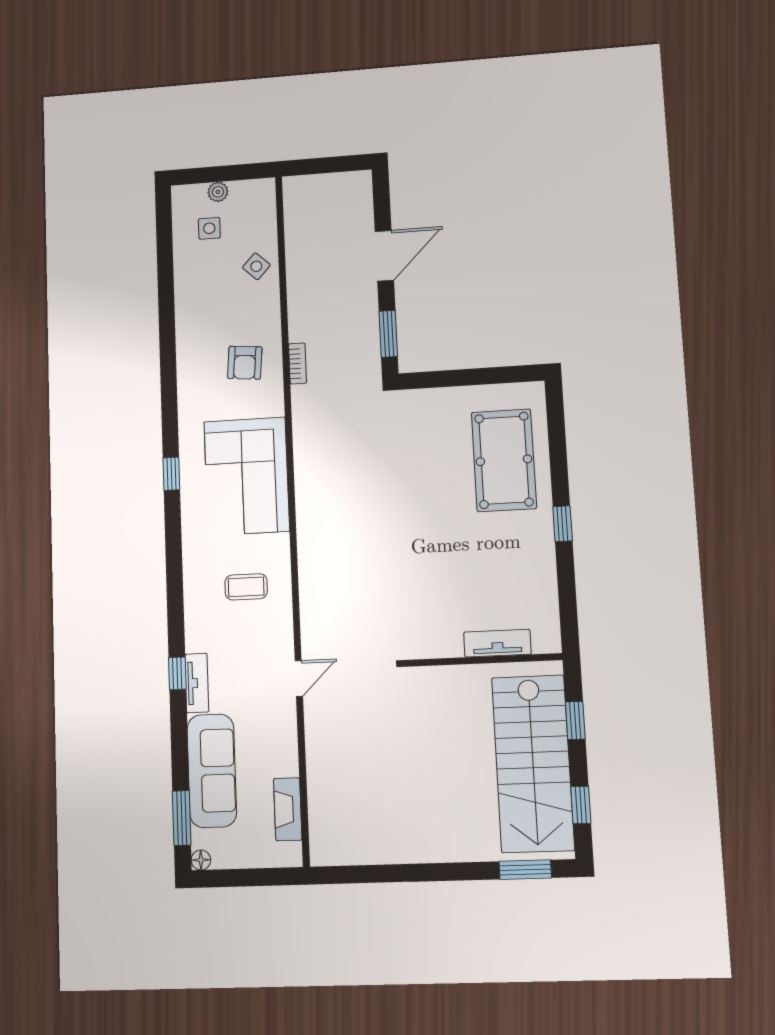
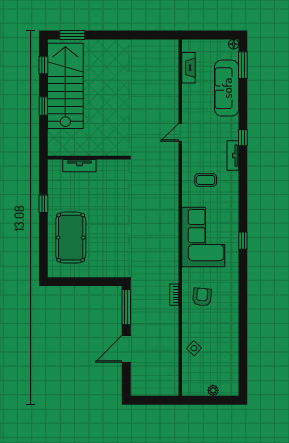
side table: (209, 228) -> (218, 371), removed
window: (388, 334) -> (126, 307), width x1.44
tv unit: (497, 643) -> (79, 166), moved
wall: (482, 660) -> (87, 158), moved
tv unit: (197, 683) -> (233, 156), moved

